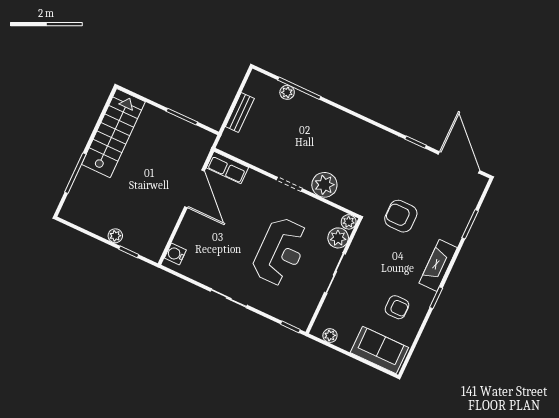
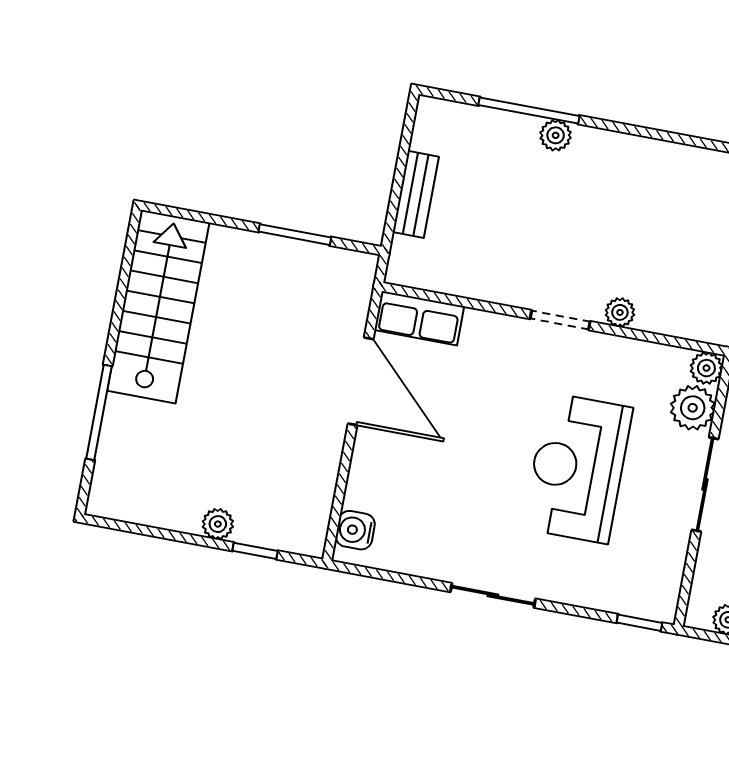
plant: (287, 92) -> (556, 135), moved
plant: (324, 185) -> (620, 312), width x0.53, depth x0.53
reception desk: (280, 252) -> (578, 468), turned 180

